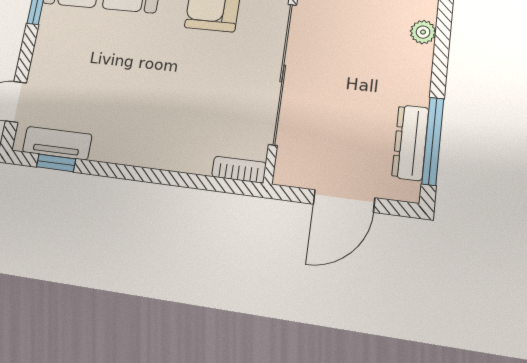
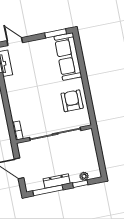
window: (441, 48) -> (80, 184), added
dresser: (410, 143) -> (57, 181), moved

